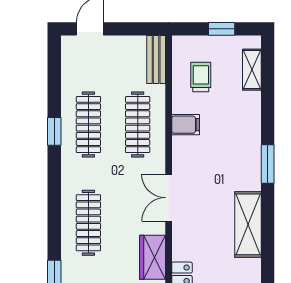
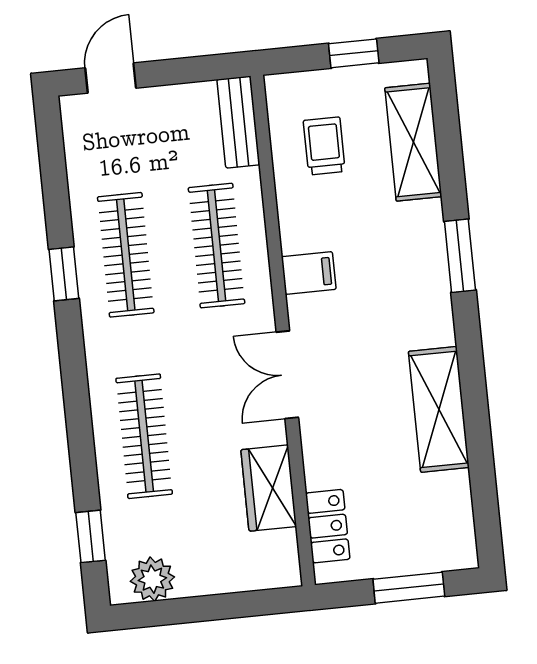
shelving: (252, 70) -> (413, 142), width x1.50, depth x1.33
filing cabinet: (186, 125) -> (309, 273), moved
window: (268, 164) -> (460, 256), moved

